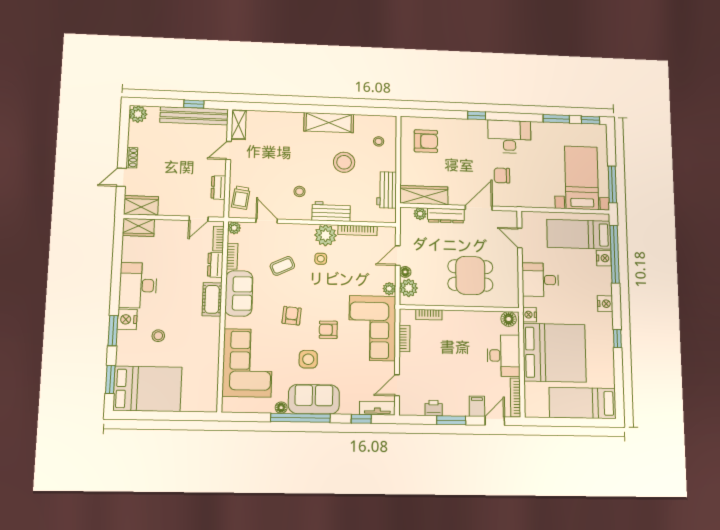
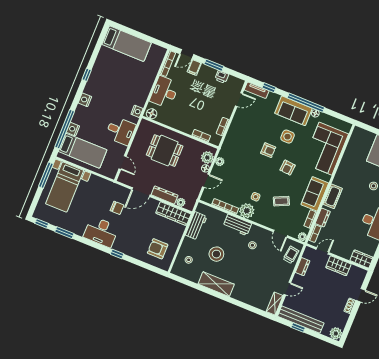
wardrobe: (141, 205) -> (338, 266), moved
corner sofa: (372, 328) -> (240, 141), removed
bed: (554, 353) -> (131, 82), removed

